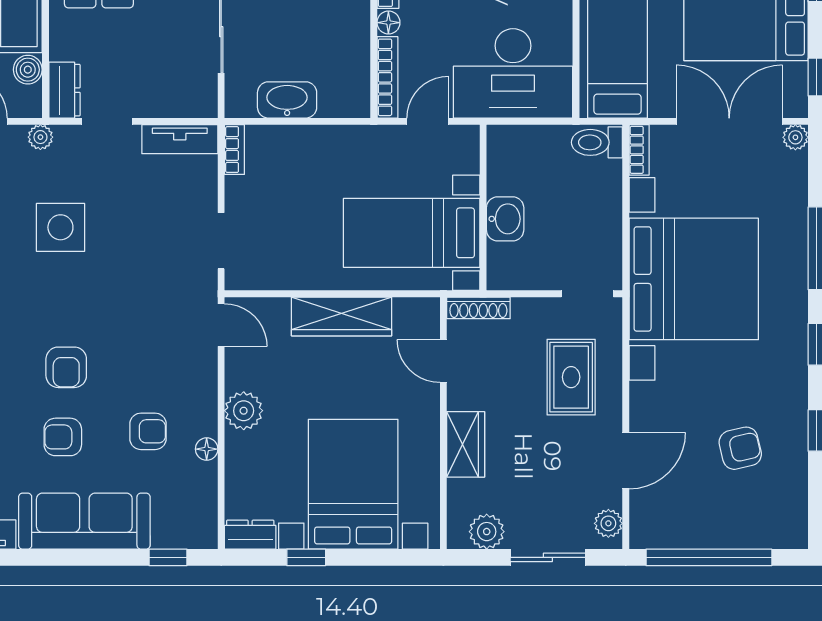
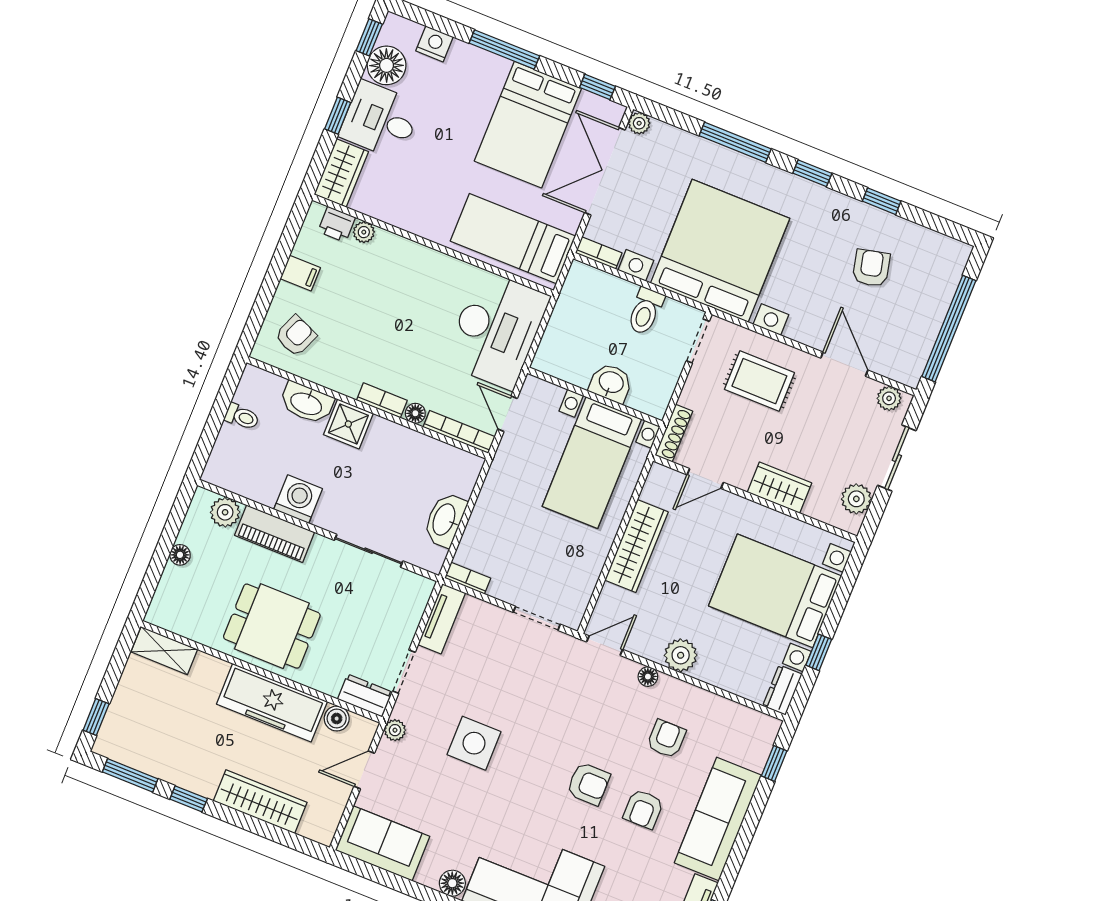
toilet: (597, 142) -> (645, 311), moved
floor lamp: (207, 449) -> (648, 677), moved

